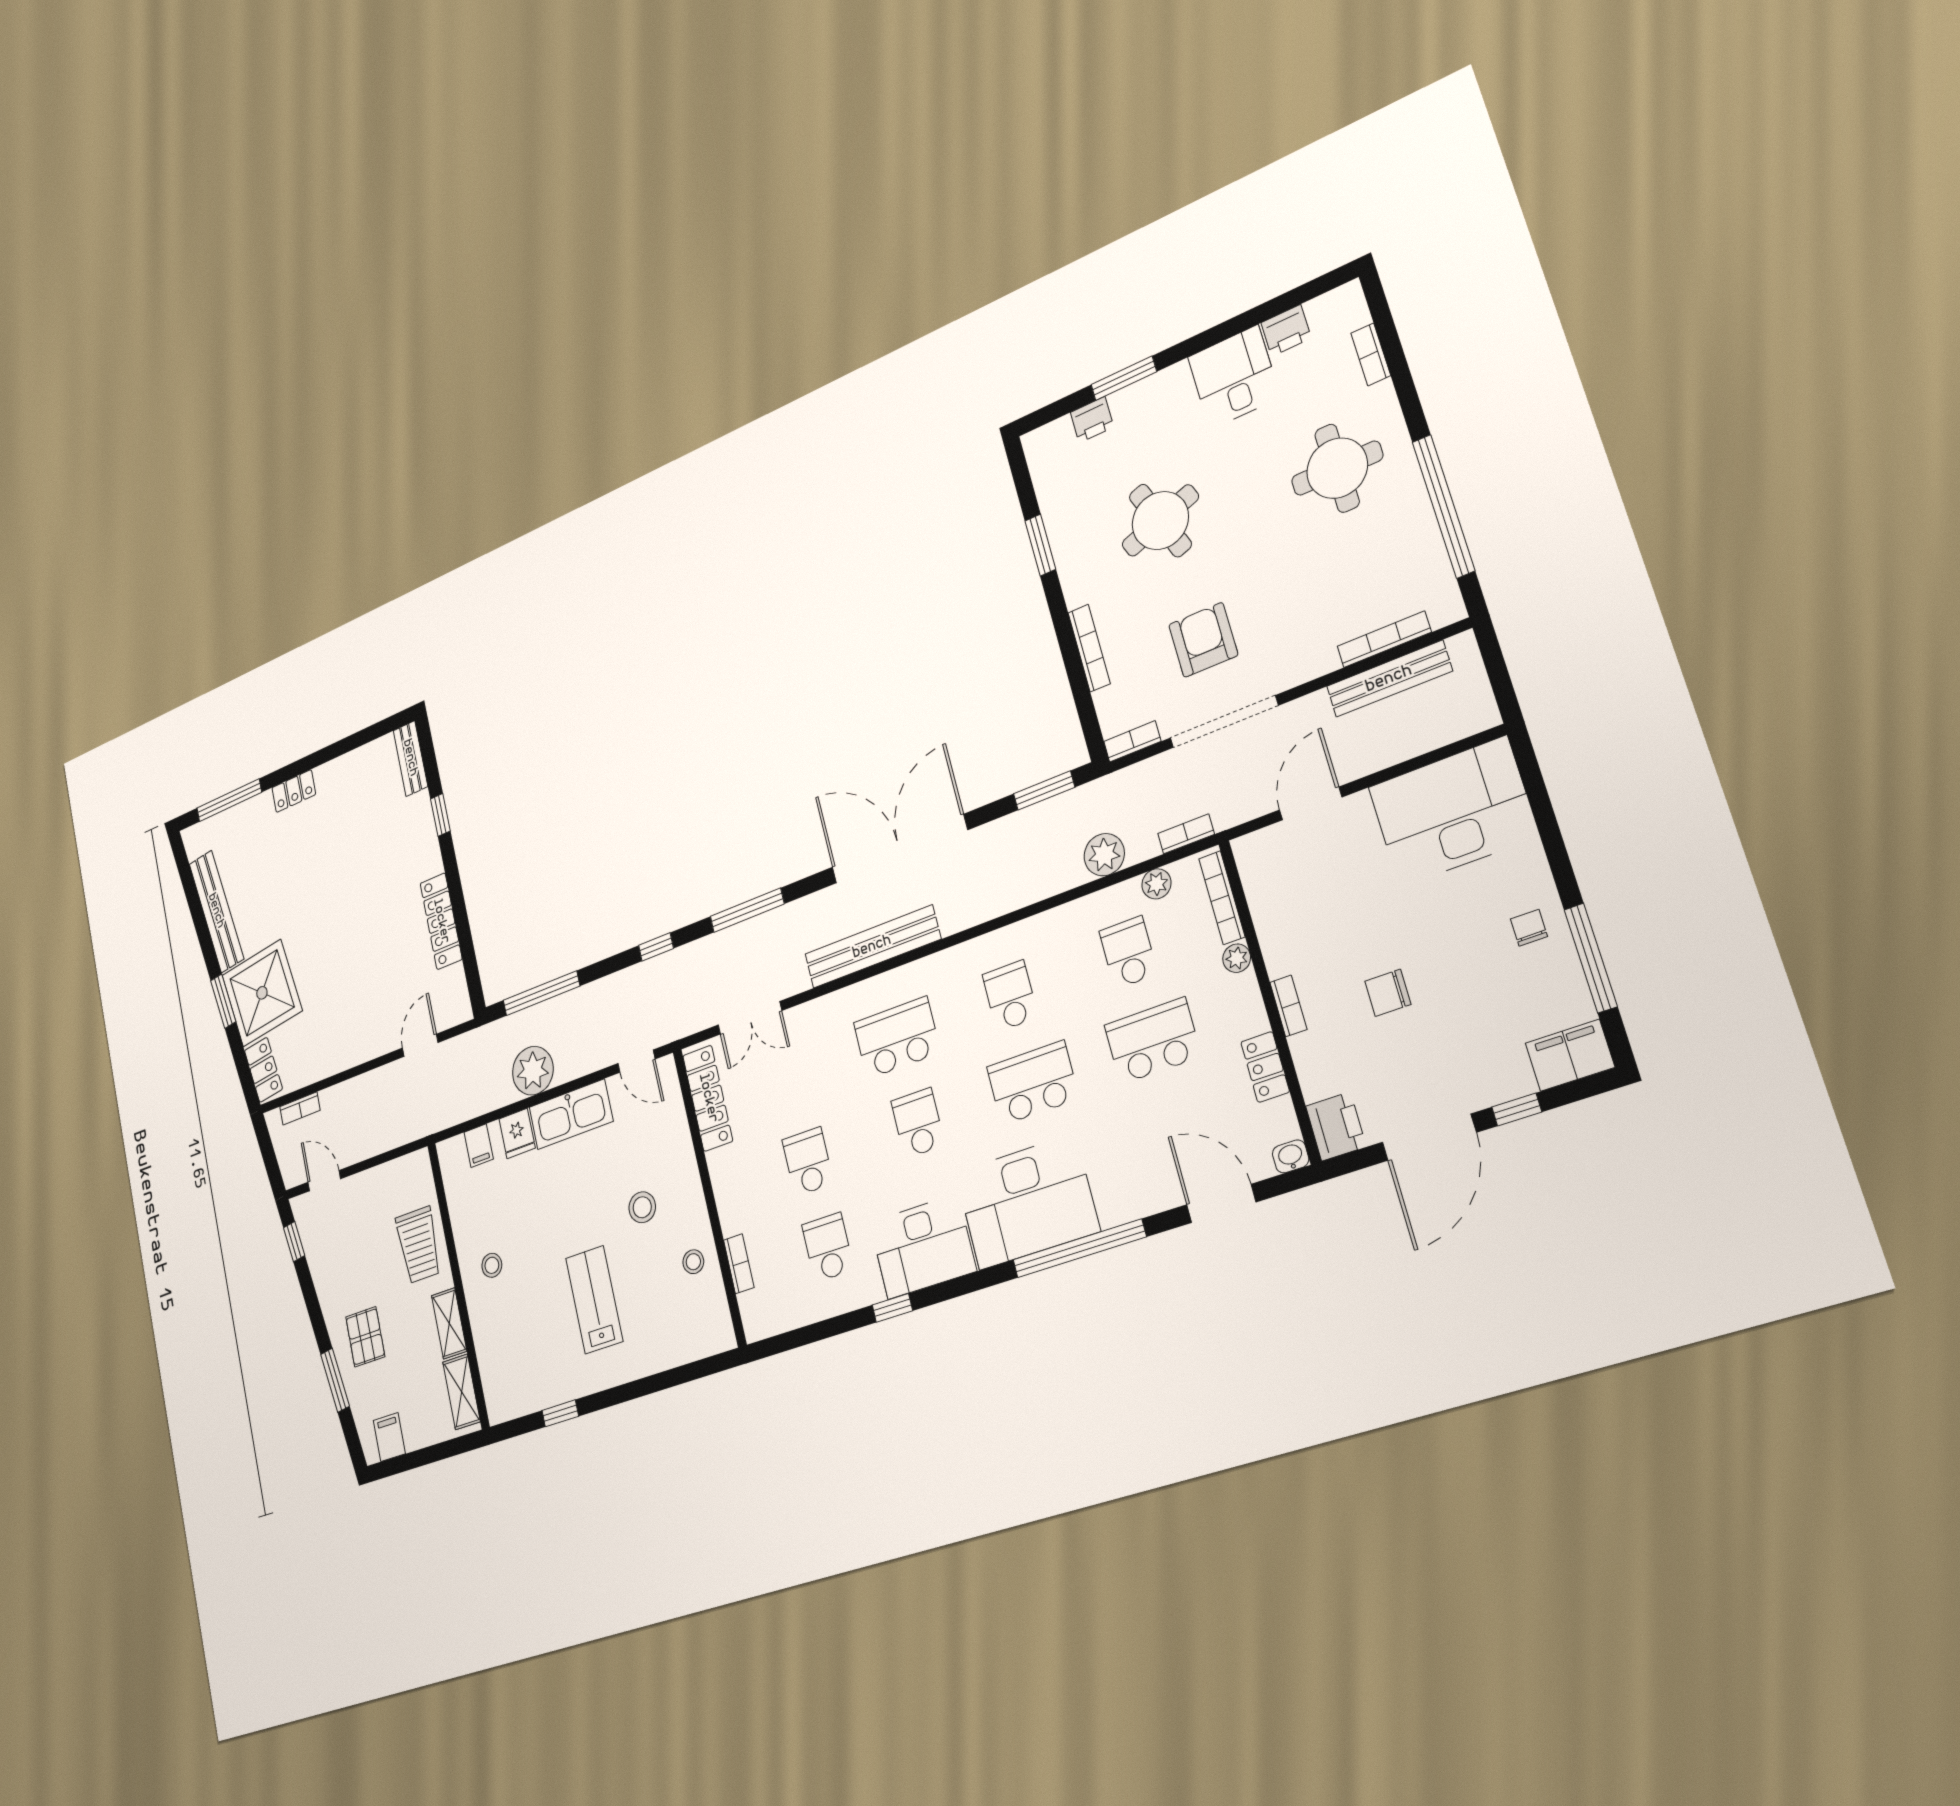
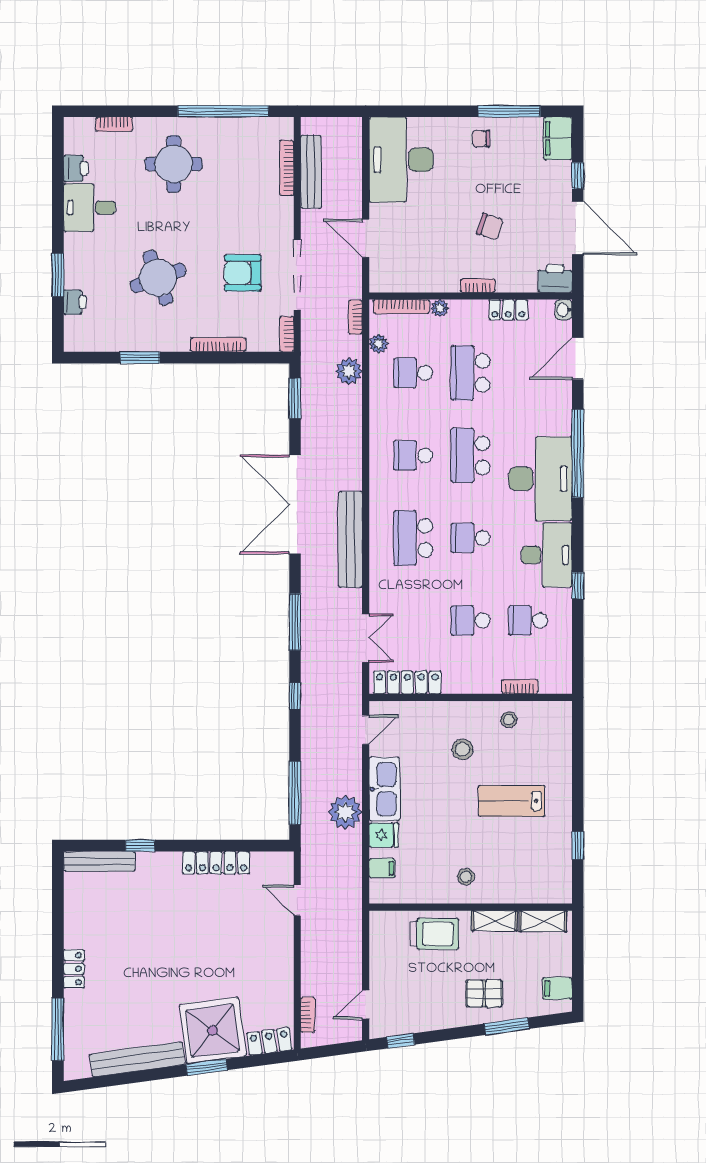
bench: (410, 758) -> (99, 861), width x1.36
chair: (1388, 993) -> (490, 227), turned -72

